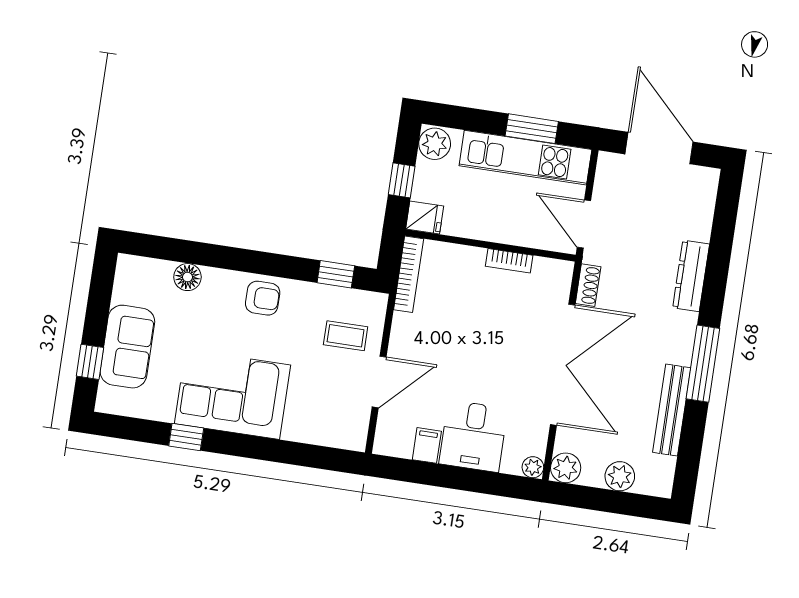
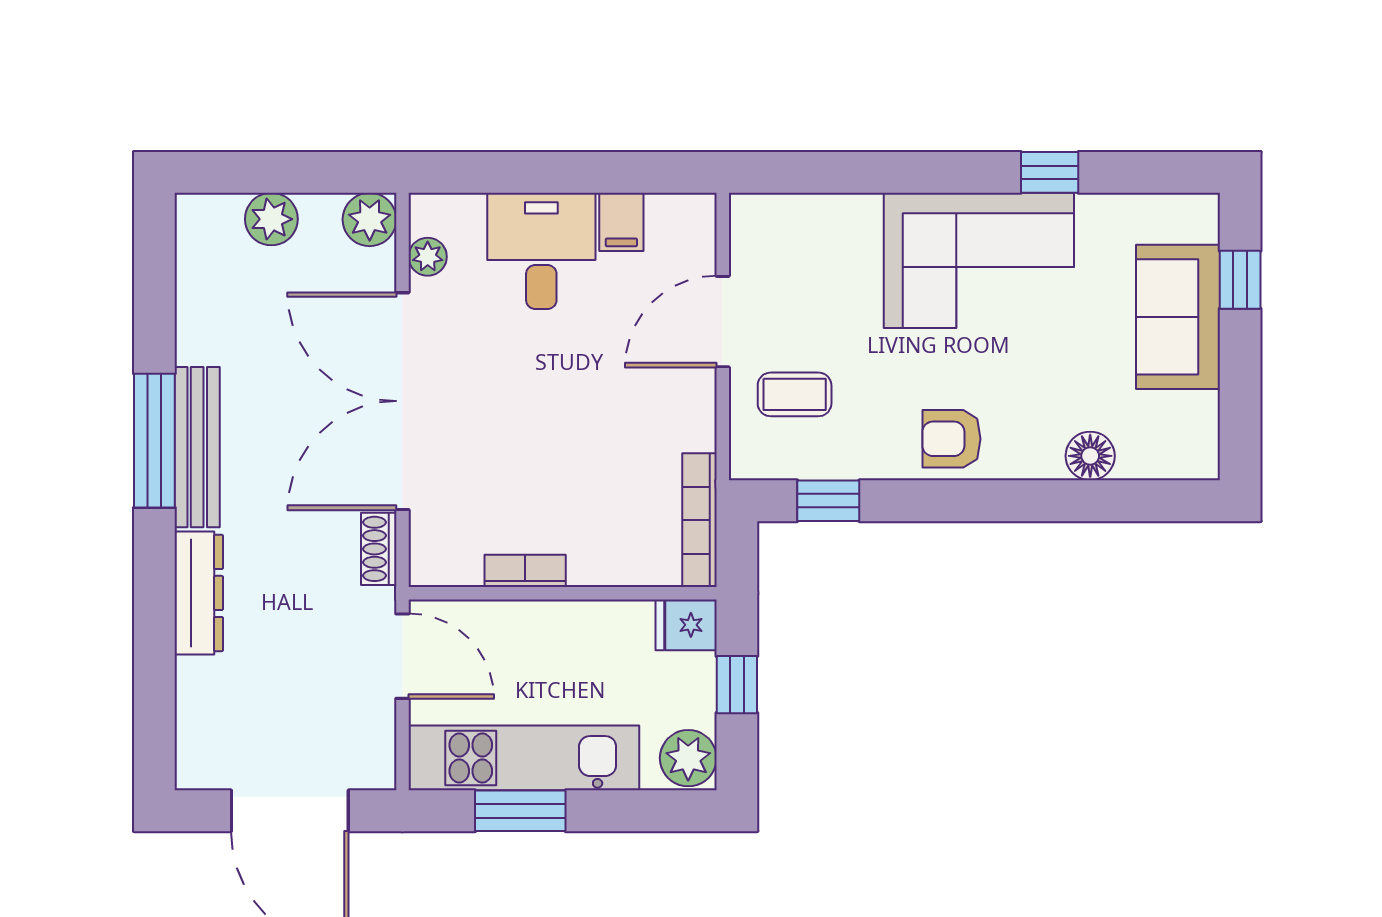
bench: (672, 410) -> (197, 447), moved
plant: (533, 467) -> (428, 257), moved

